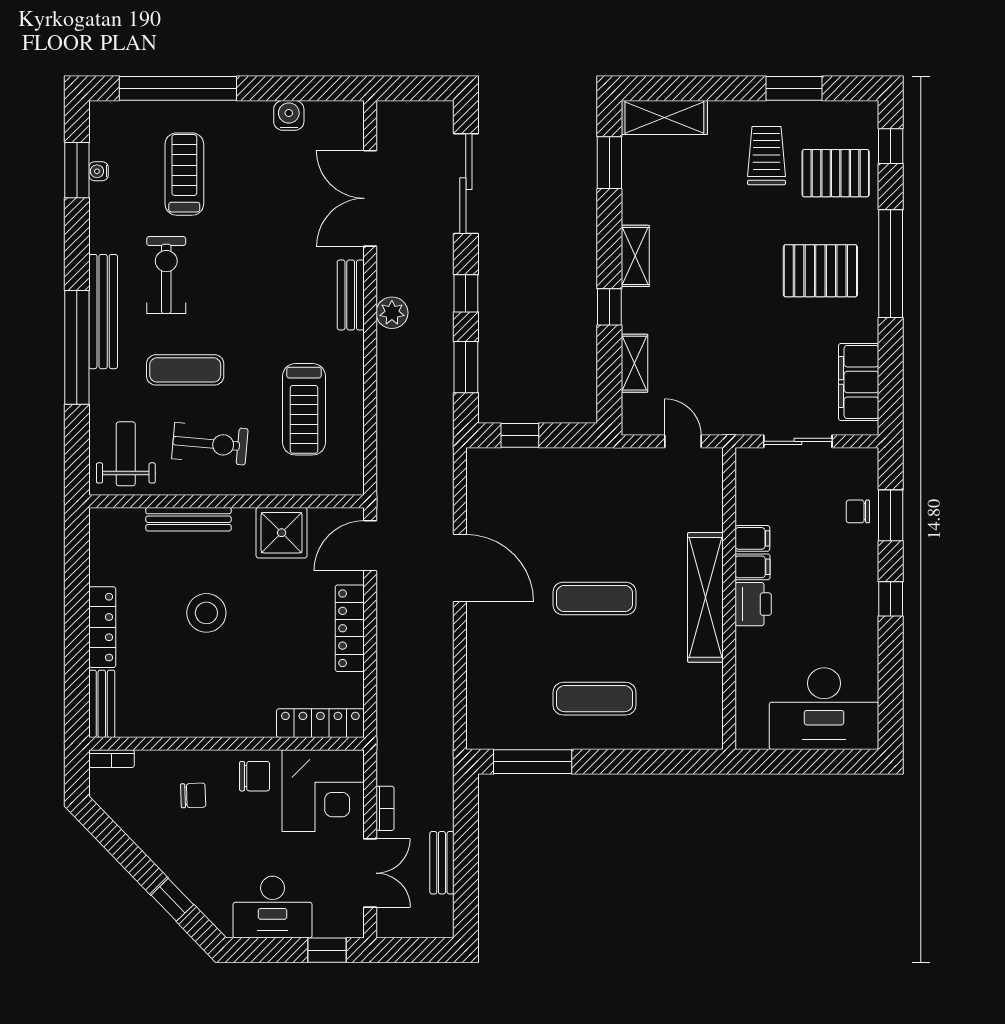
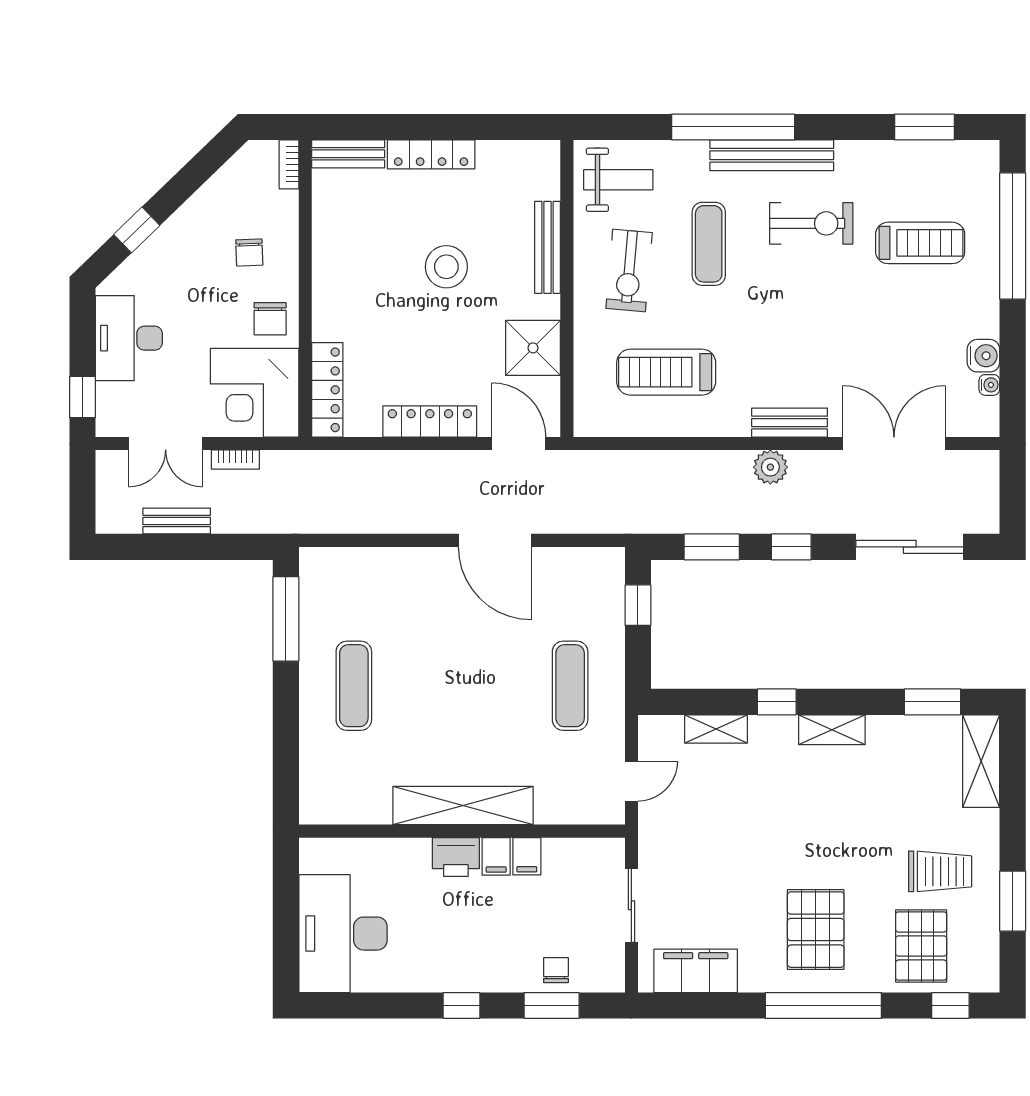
water cooler: (98, 171) -> (989, 385), moved, turned 90
door: (460, 568) -> (495, 540), hinge flipped
exercise mat: (595, 599) -> (570, 686), moved

